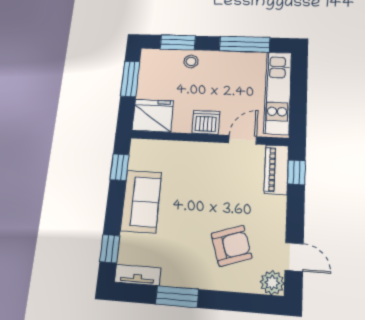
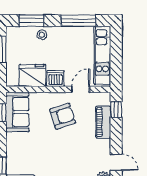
fridge: (153, 116) -> (32, 75), moved
piano: (276, 170) -> (103, 122), moved
sofa: (141, 201) -> (17, 112), moved
armchair: (231, 246) -> (63, 116), moved

